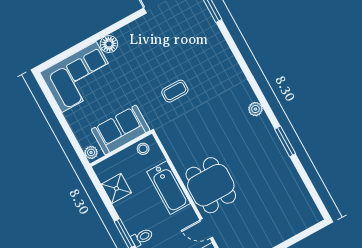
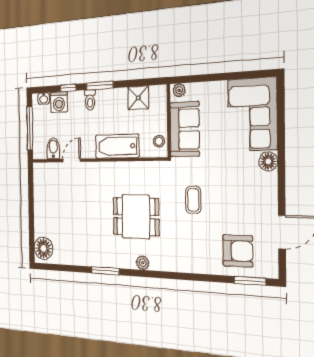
armchair: (194, 31) -> (238, 251), added
dining table: (211, 185) -> (136, 217), moved
floor lamp: (305, 217) -> (43, 248), added

